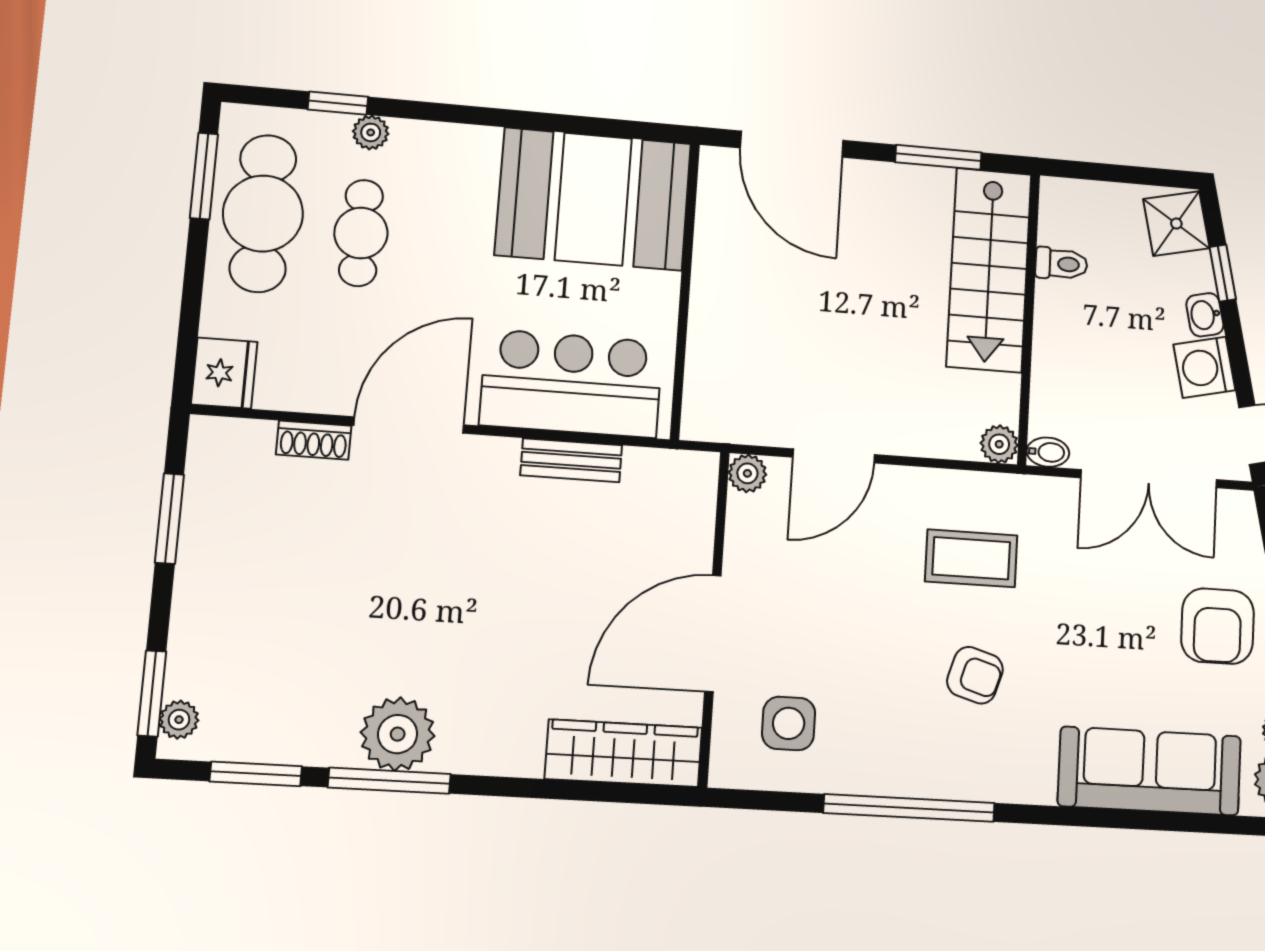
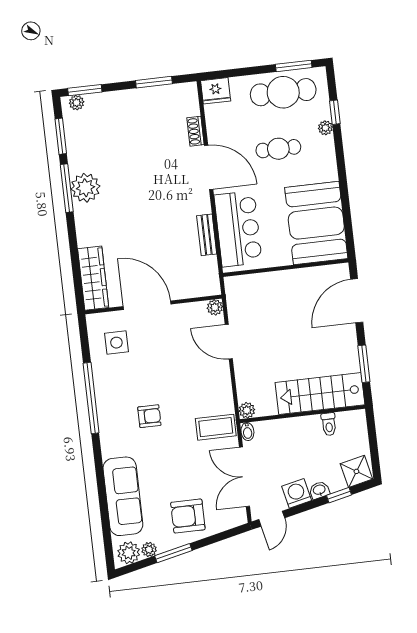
cafe table: (361, 233) -> (278, 149), moved
coffee table: (971, 558) -> (216, 427), moved, turned 90
armchair: (975, 675) -> (149, 416), turned -107

